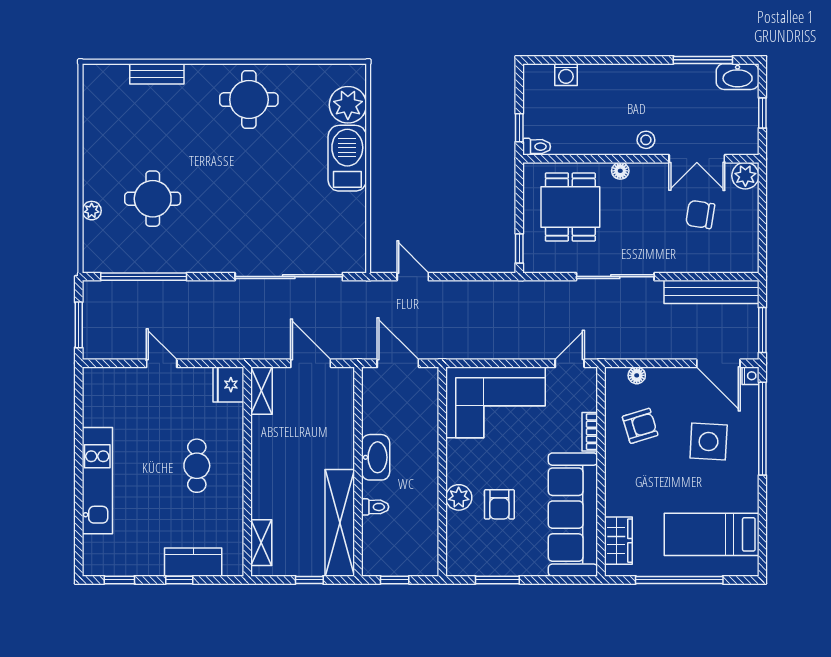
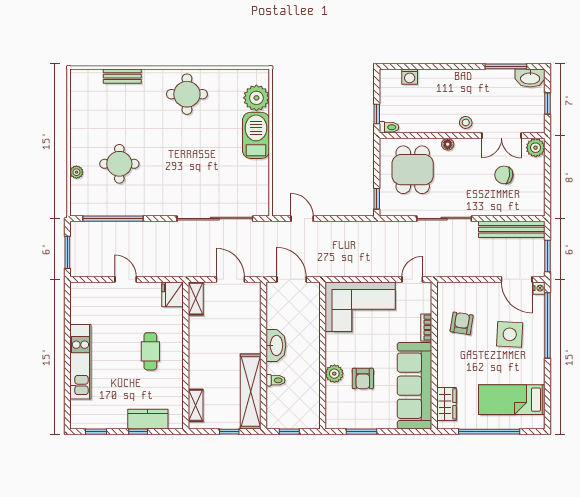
floor lamp: (637, 375) -> (459, 288), removed
armchair: (640, 426) -> (462, 323), turned -64

